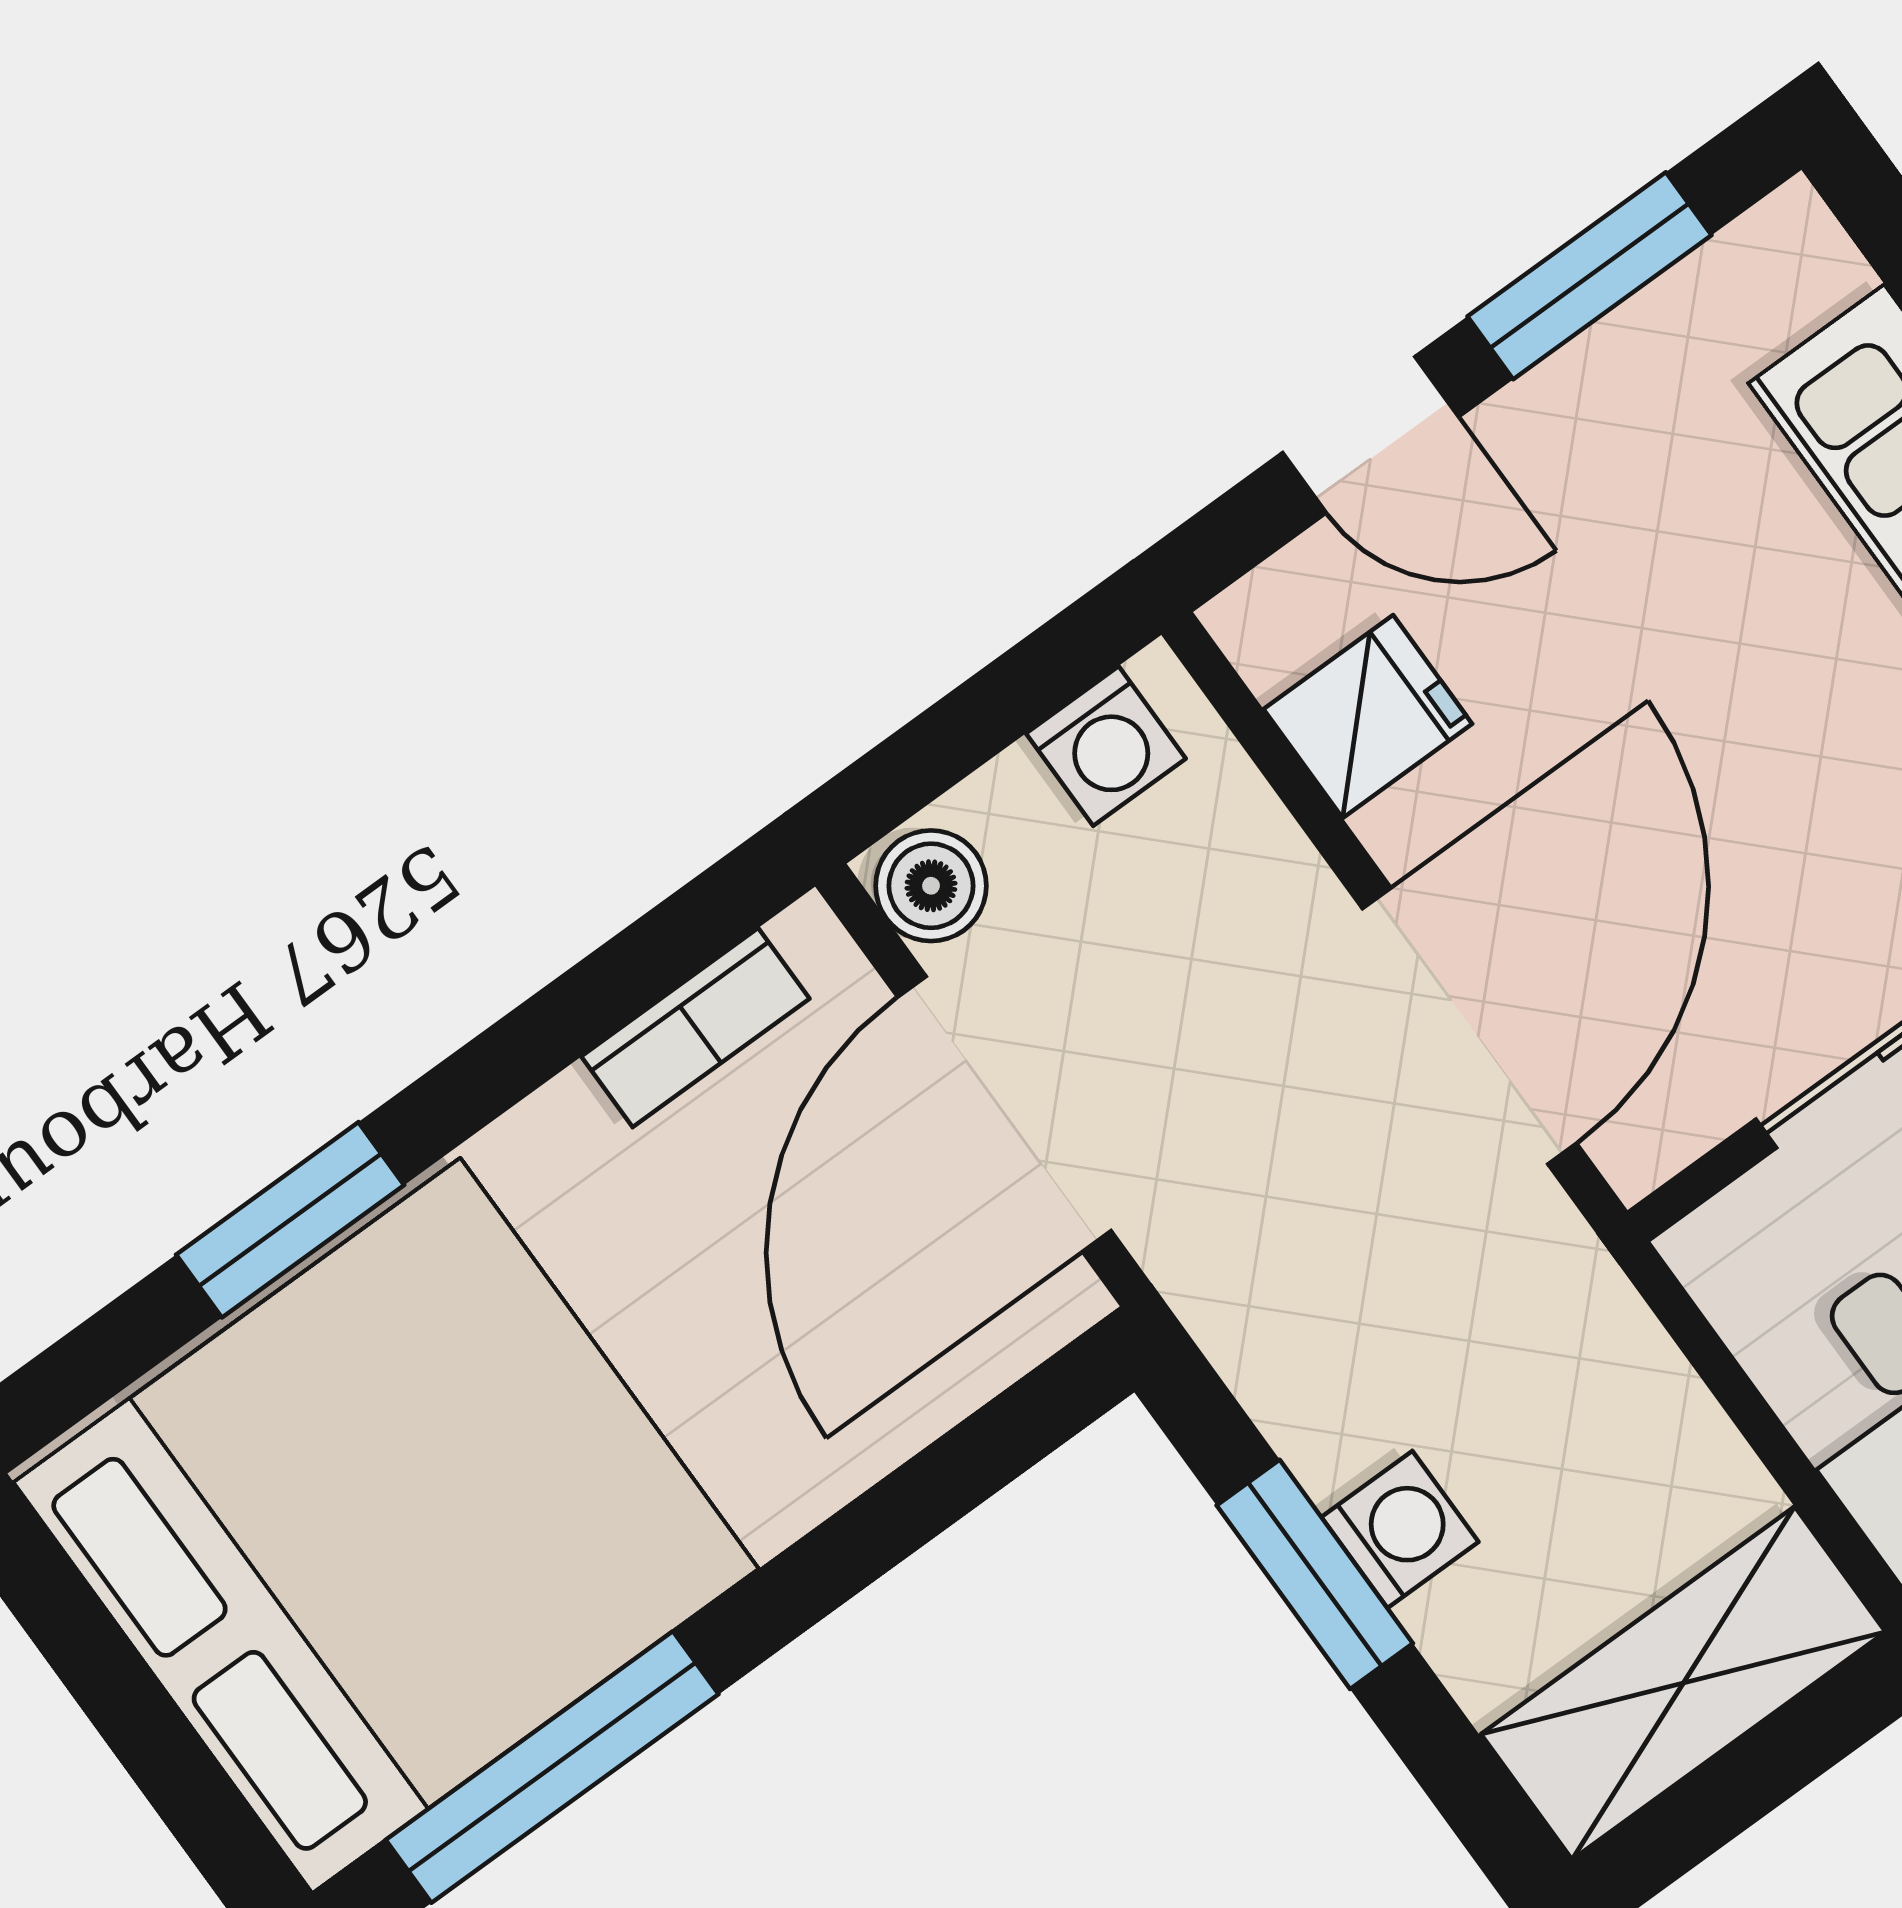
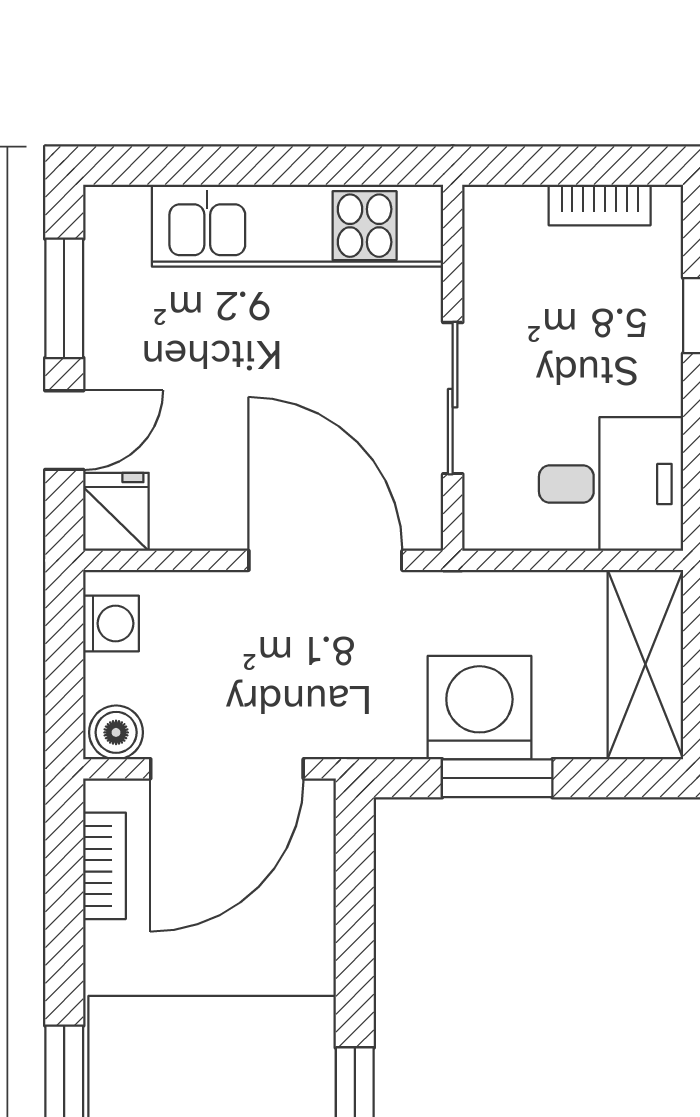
fridge: (1368, 717) -> (116, 512), moved
door: (1004, 1114) -> (227, 769), hinge flipped
washing machine: (1400, 1529) -> (479, 708), width x1.89, depth x1.89

